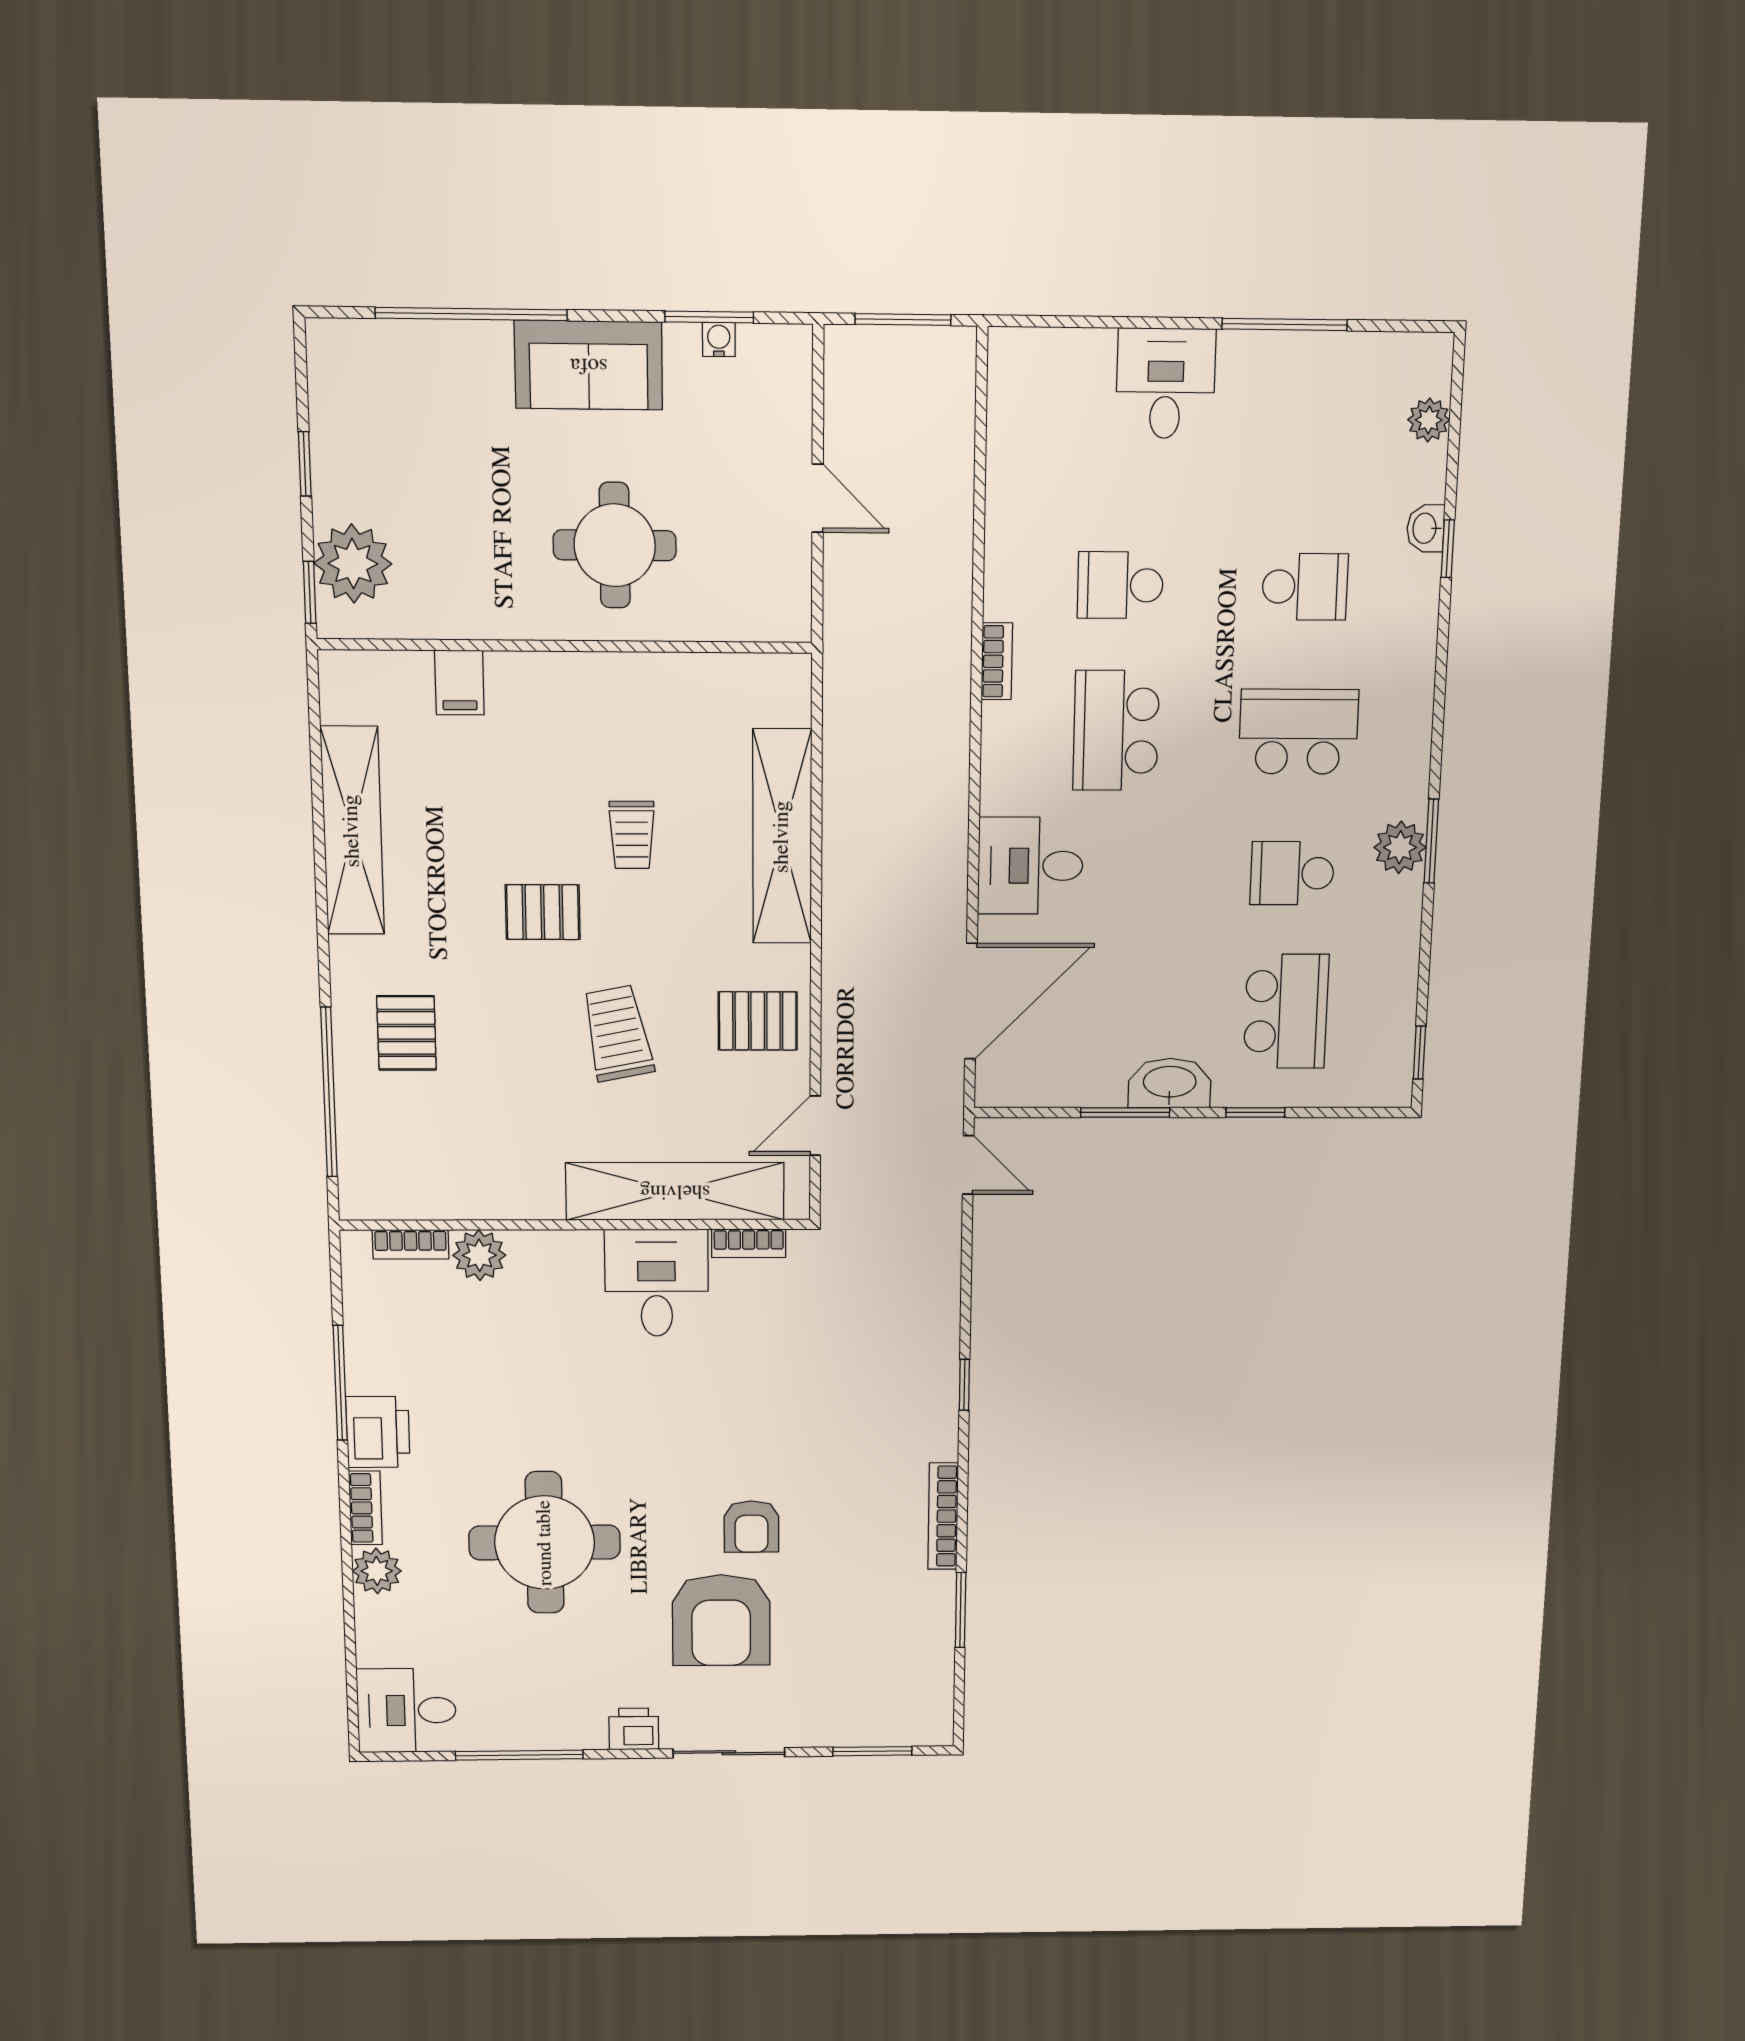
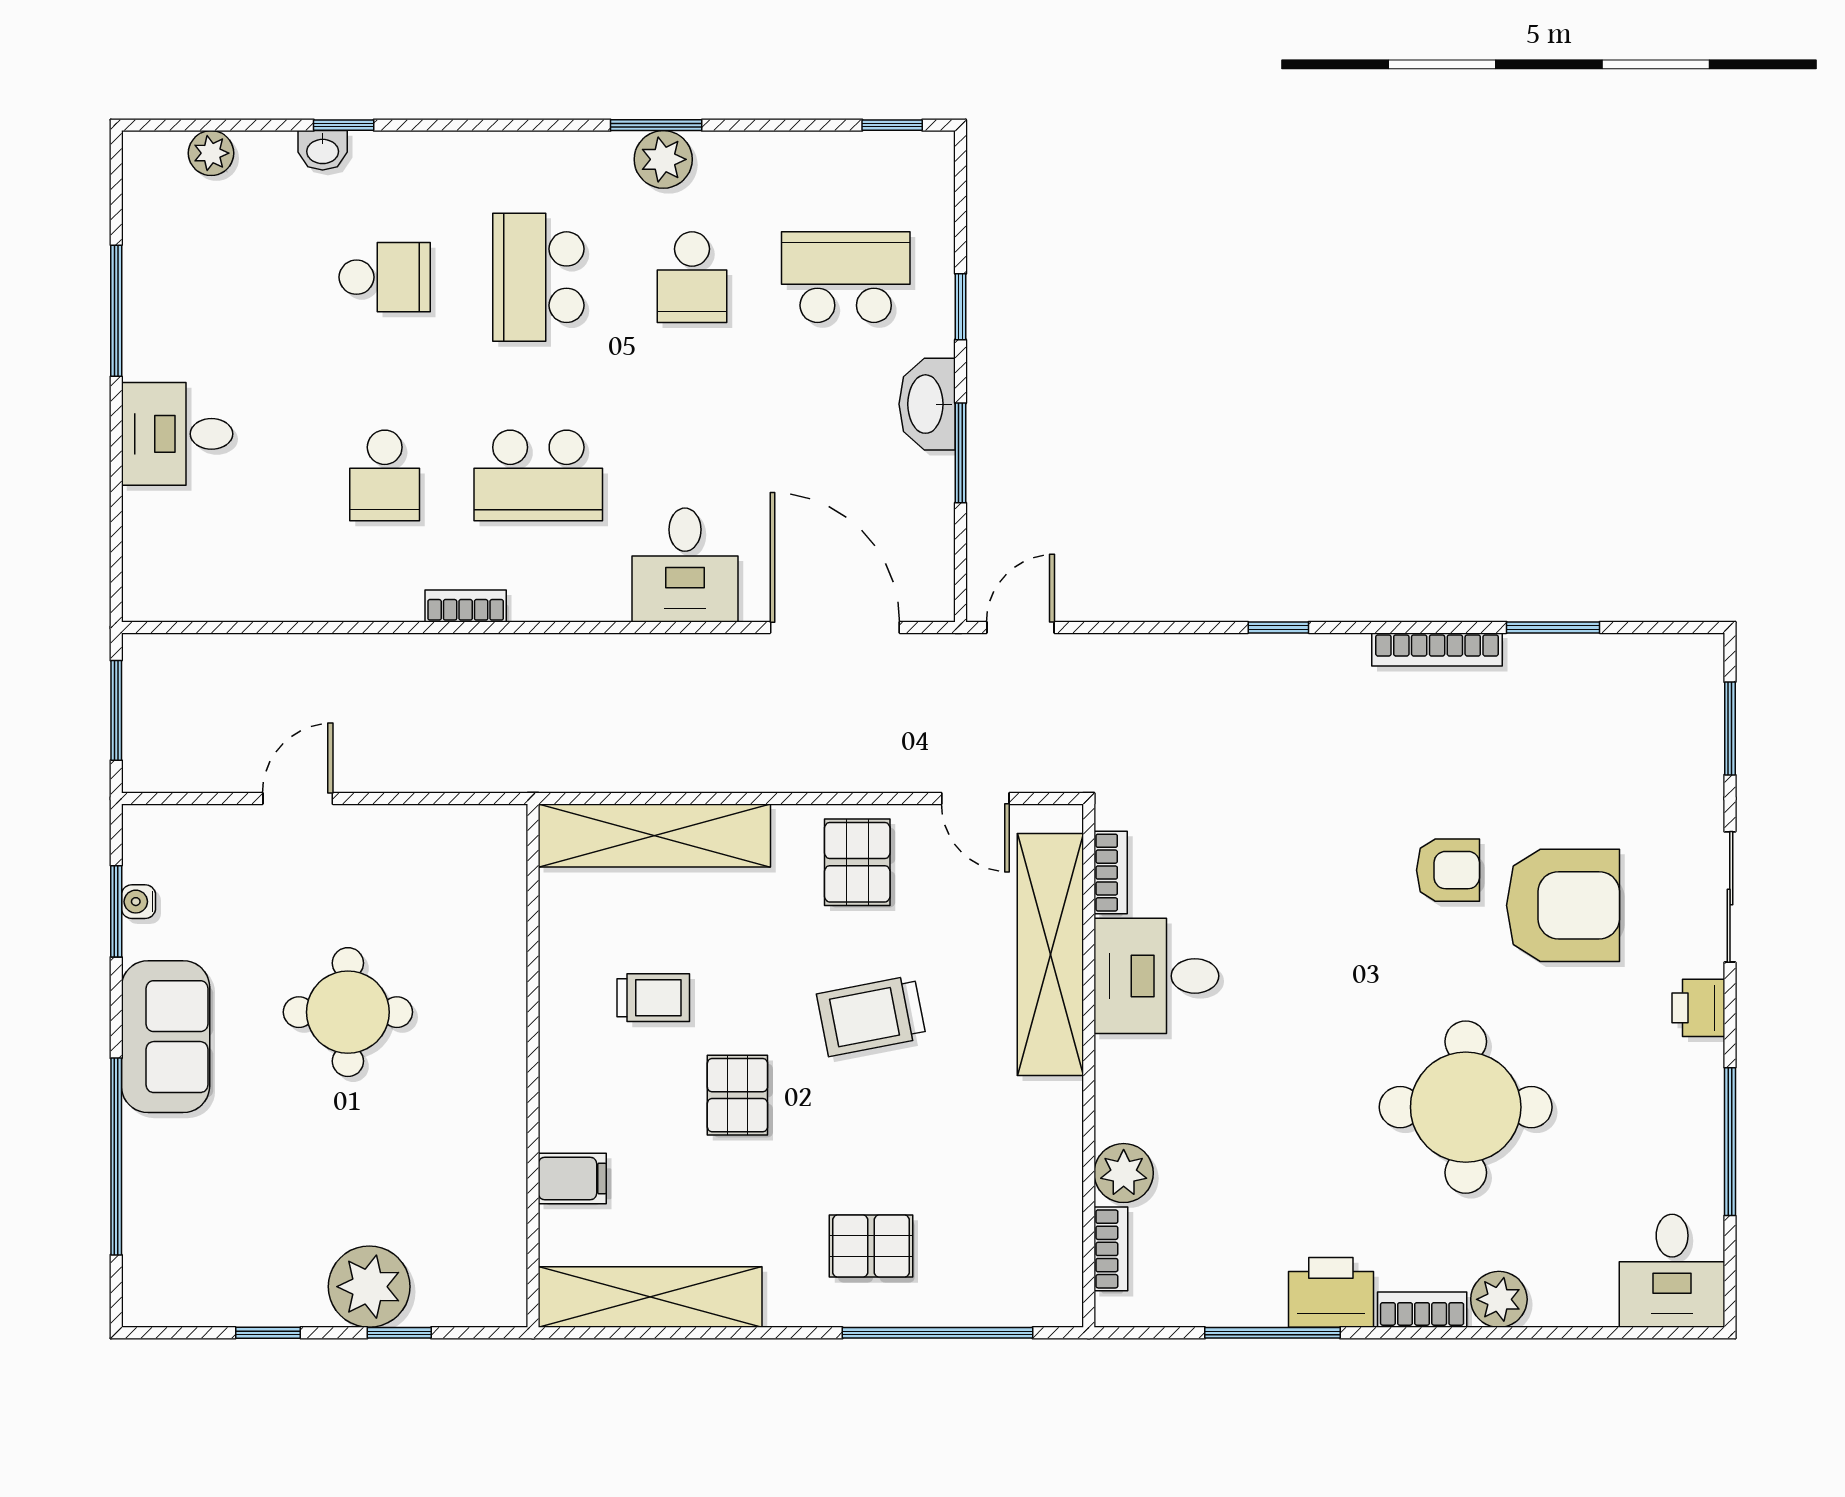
school desk: (1305, 587) -> (385, 277), turned 90
wall: (565, 646) -> (533, 1066), moved
filing cabinet: (459, 683) -> (572, 1178), moved

